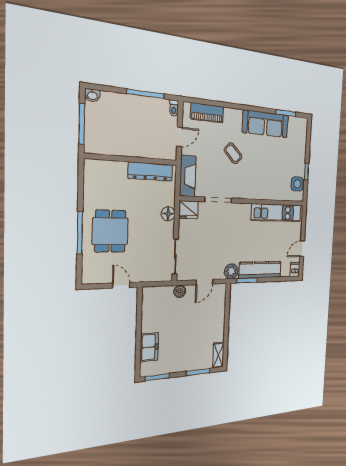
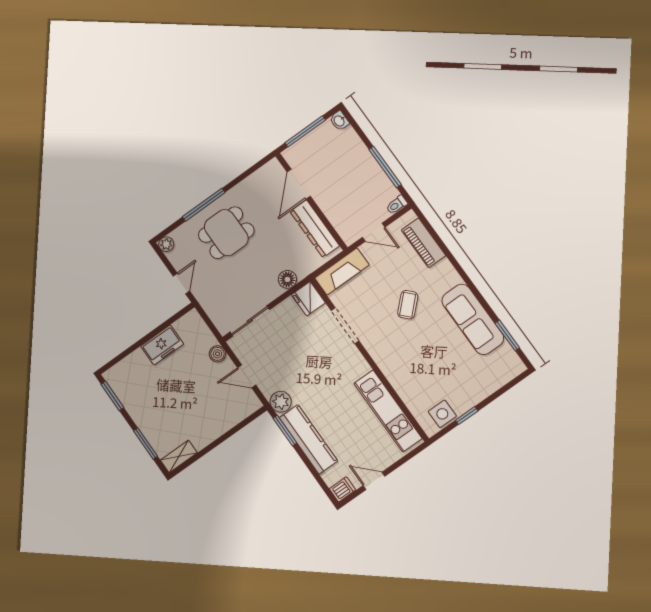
door: (114, 158) -> (299, 184), added
plant: (88, 278) -> (166, 244), added
freezer: (149, 347) -> (162, 345), moved

